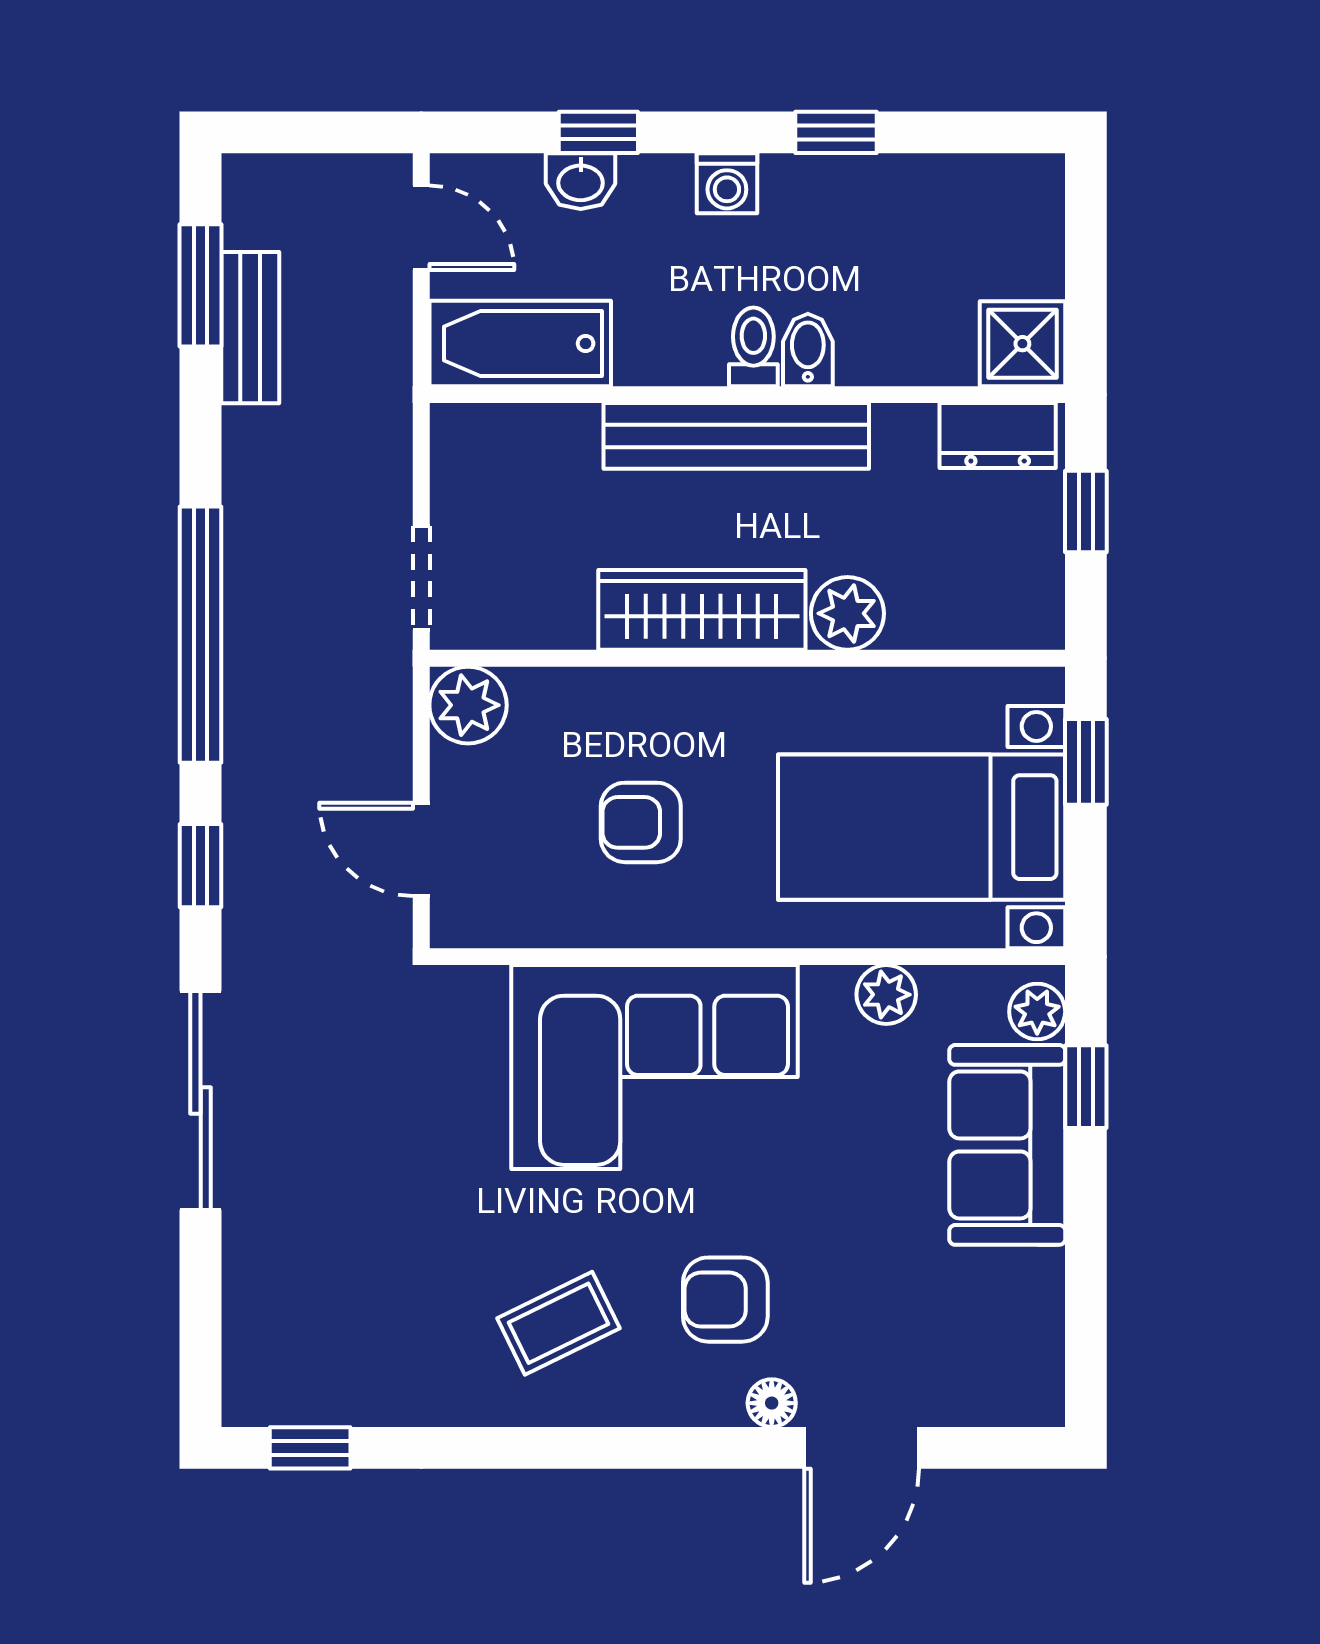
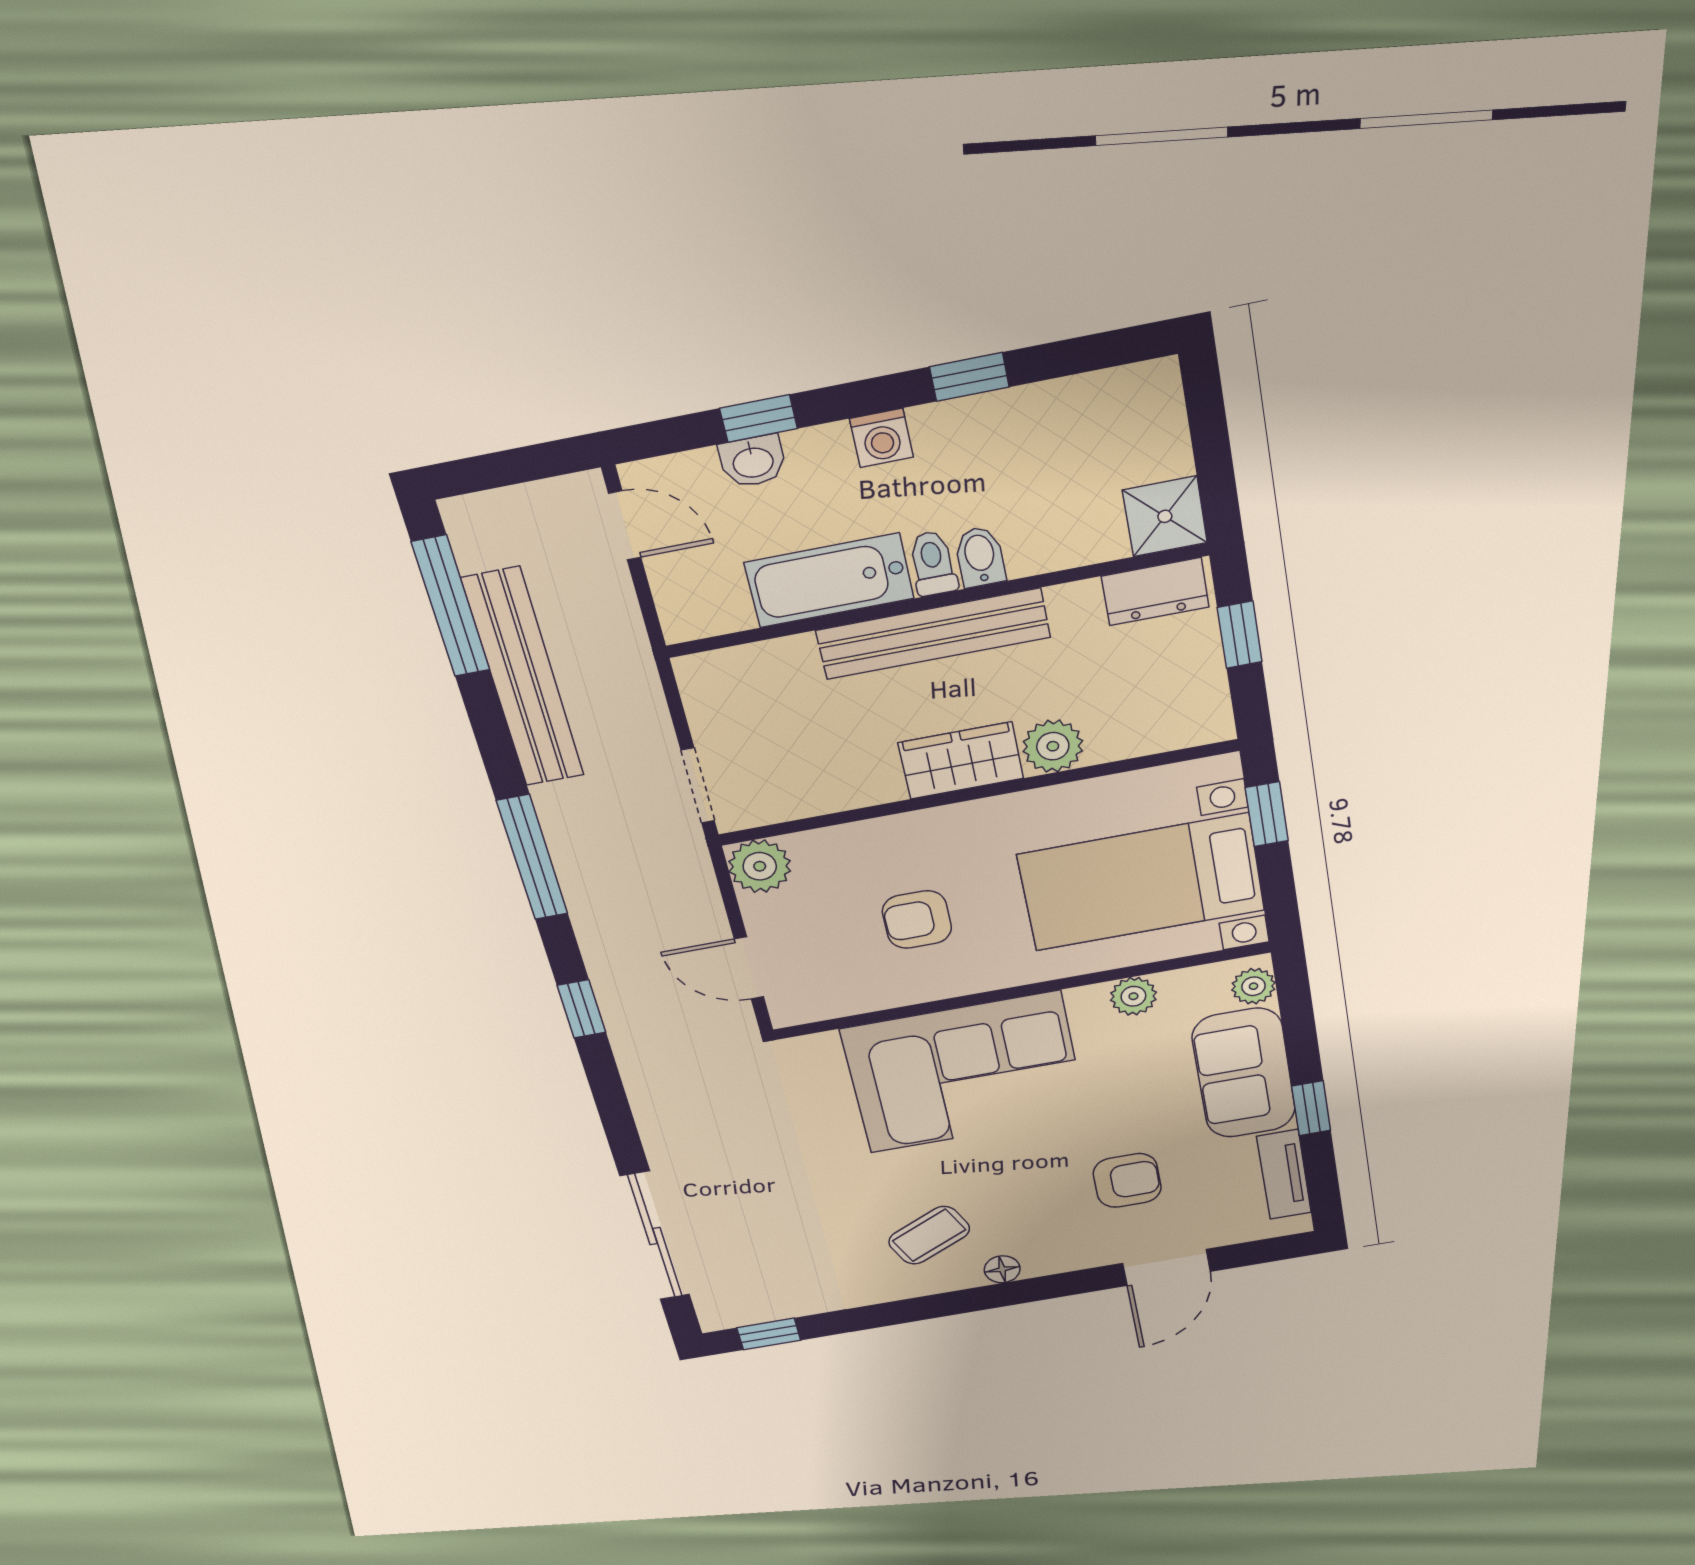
window: (201, 285) -> (451, 606), width x1.44
bench: (250, 328) -> (523, 678), width x1.86, depth x1.21
bathtub: (520, 343) -> (829, 580), moved
wardrobe: (702, 610) -> (961, 761), width x0.67
window: (201, 635) -> (532, 858), width x0.68
window: (1086, 1087) -> (1311, 1108), moved
sliding door: (201, 1101) -> (655, 1236), moved
armchair: (725, 1300) -> (1127, 1180), moved, turned 180
tv unit: (1038, 1322) -> (1284, 1175), added
floor lamp: (772, 1403) -> (1002, 1269), moved

